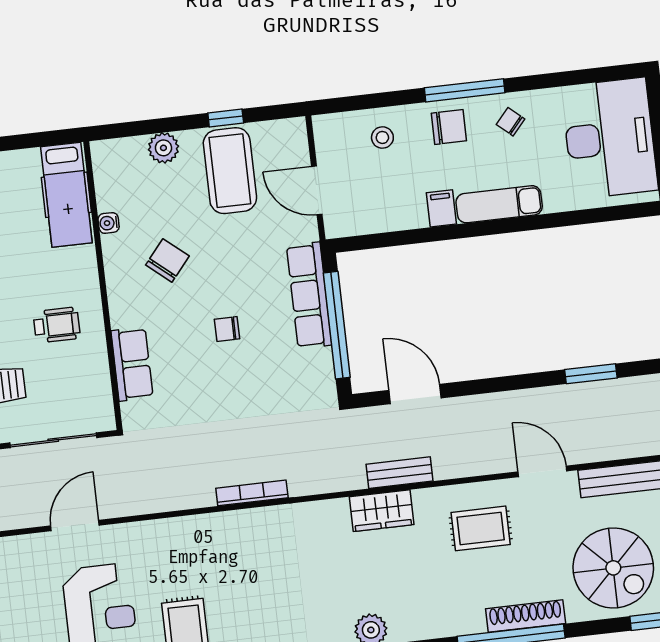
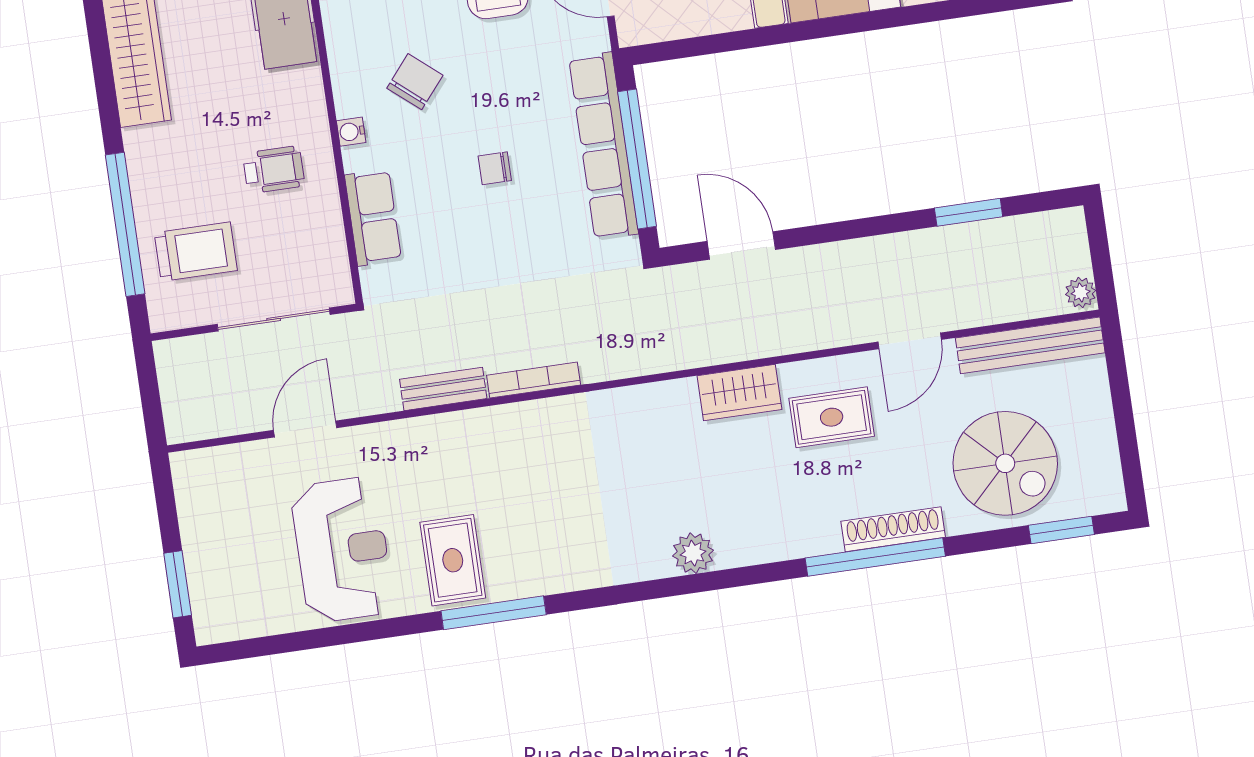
water cooler: (109, 223) -> (351, 132), moved
row of seats: (309, 295) -> (604, 146), width x1.36
door: (542, 471) -> (910, 341), swing flipped
bench: (400, 473) -> (443, 389), moved
wardrobe: (382, 511) -> (739, 393), moved

